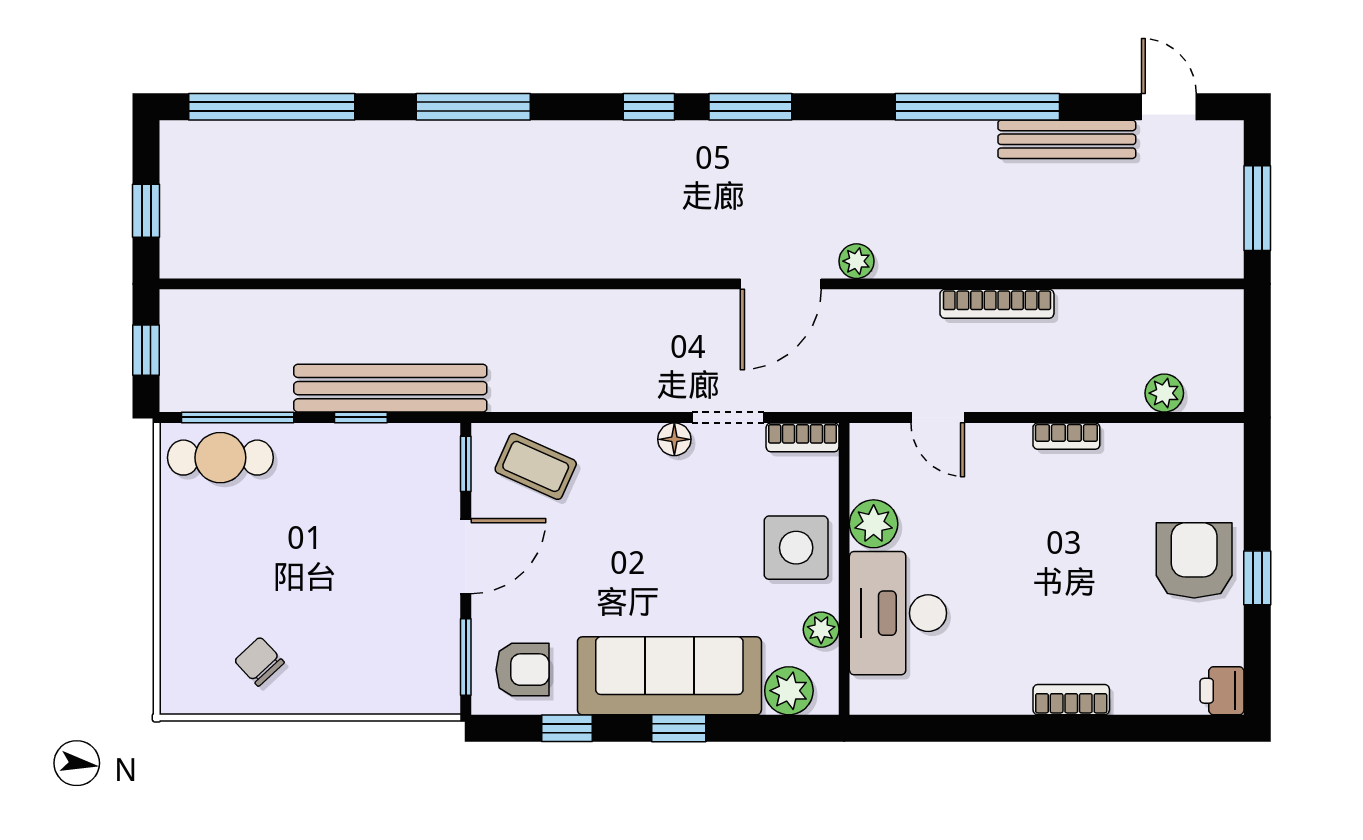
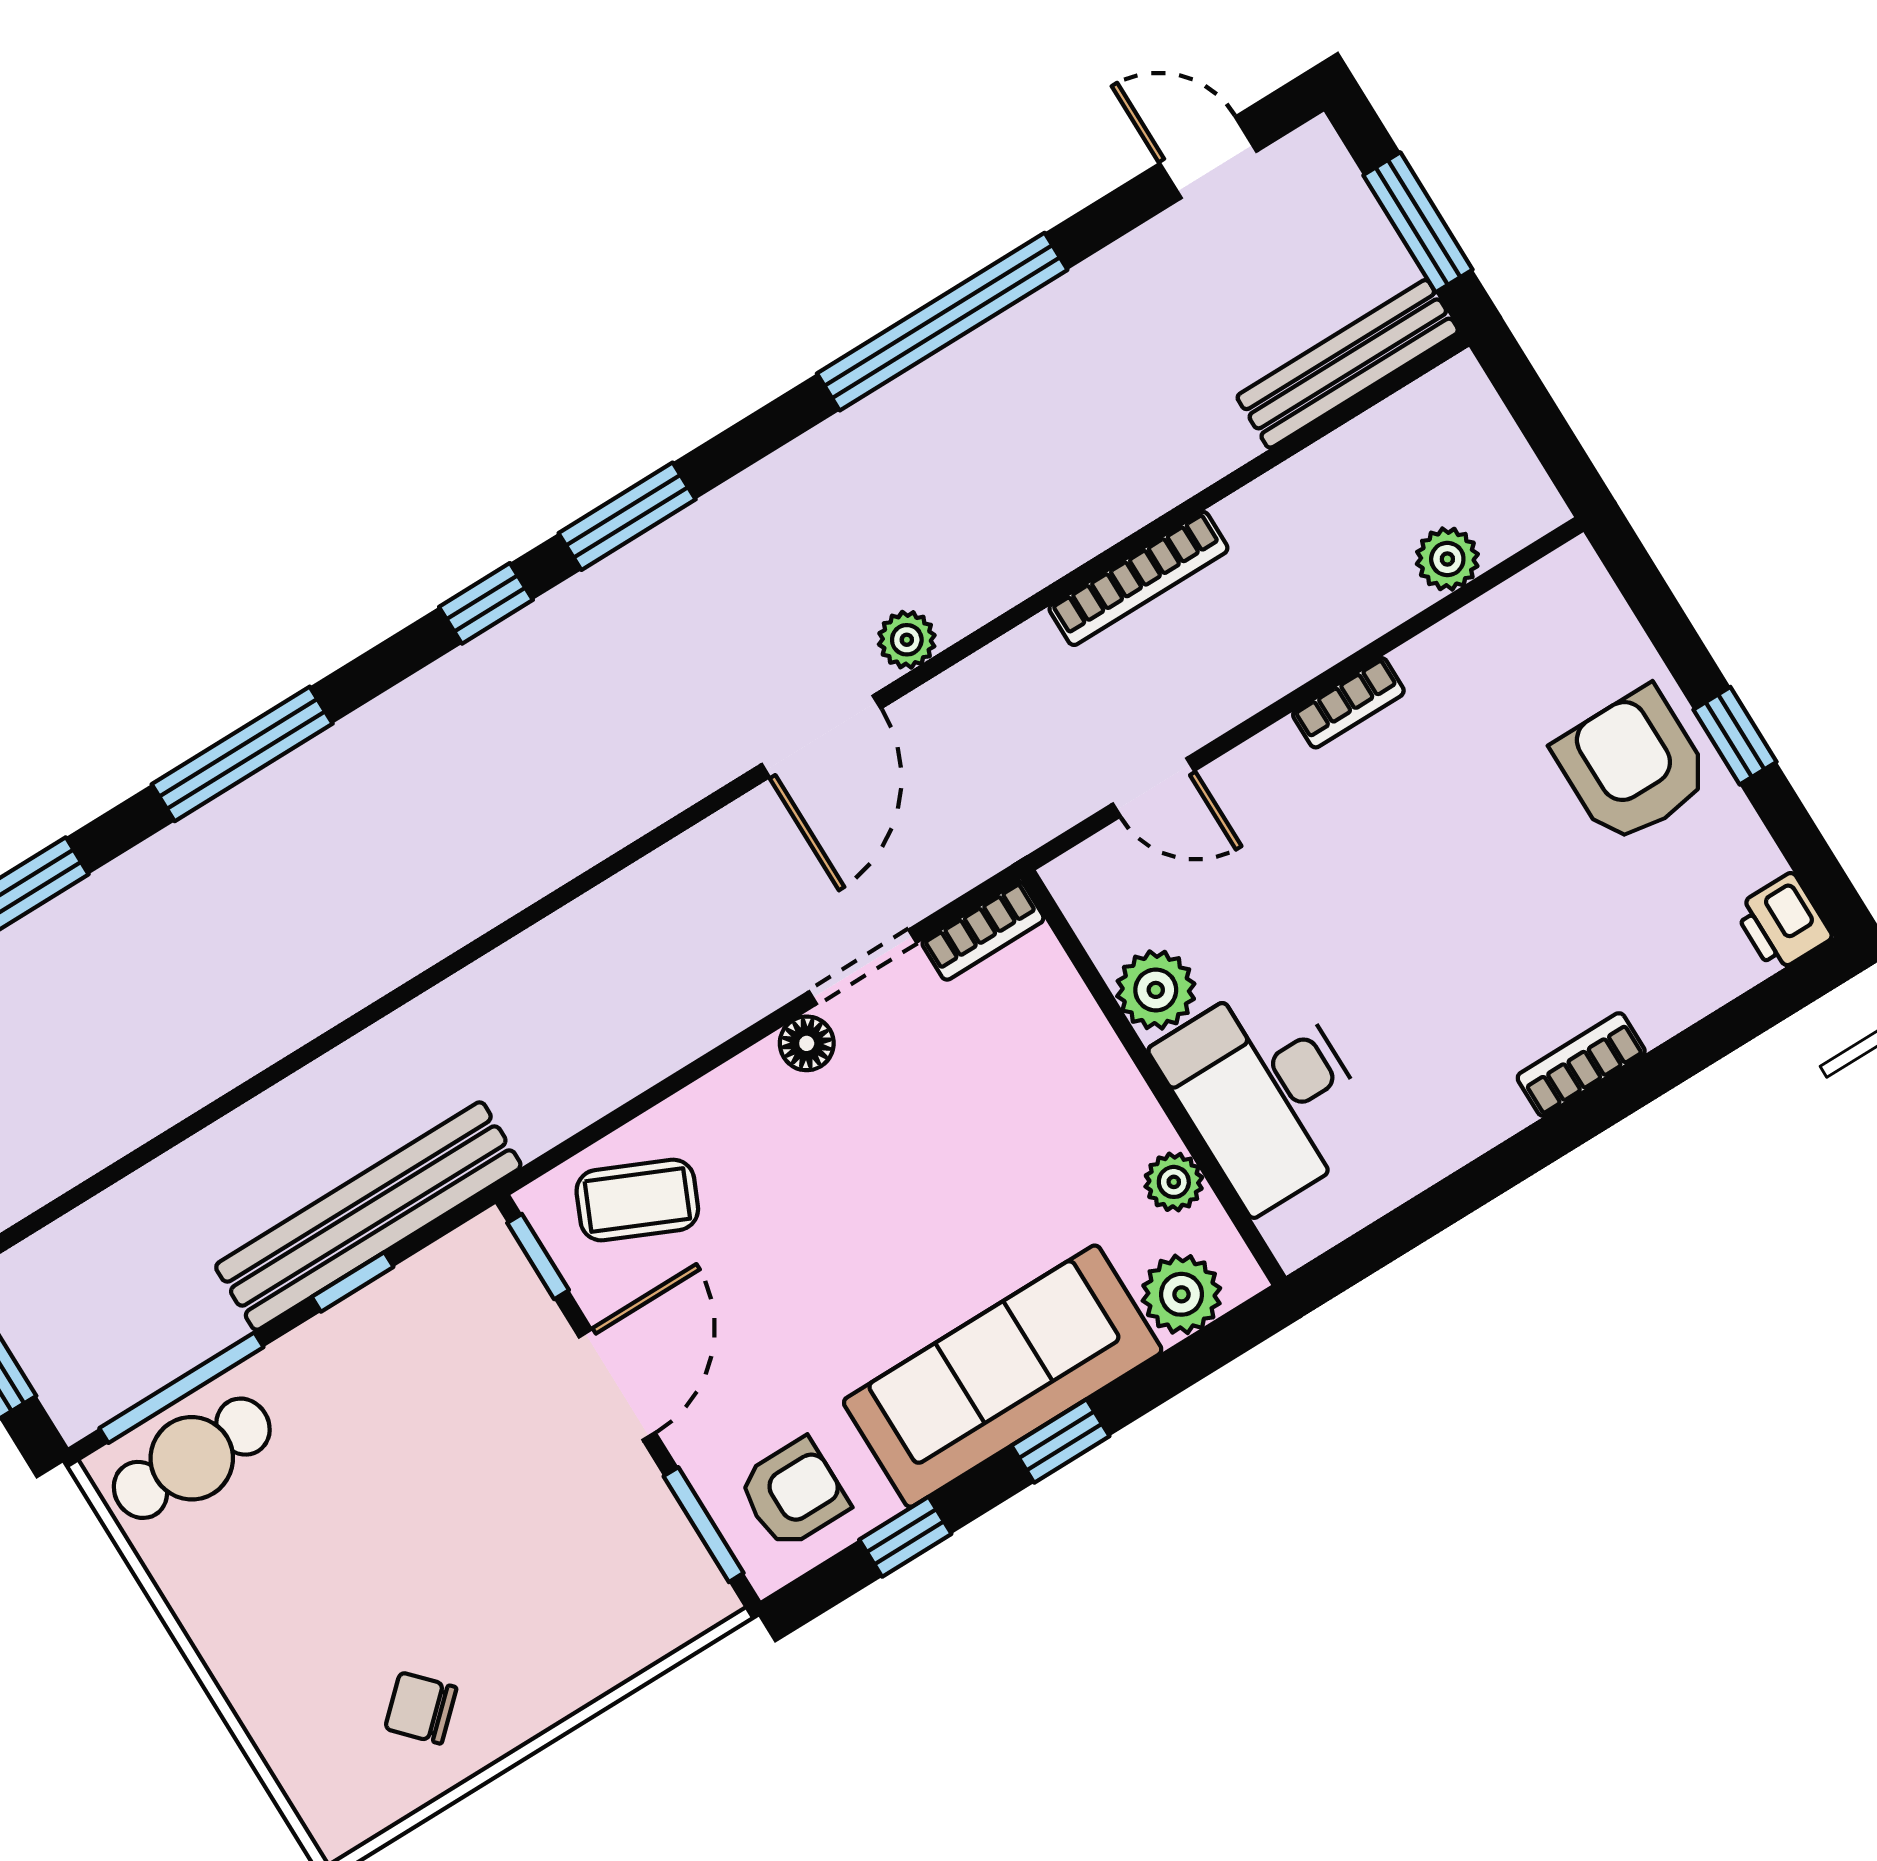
bench: (1067, 139) -> (1348, 364), moved
side table: (796, 548) -> (1069, 1089), removed

